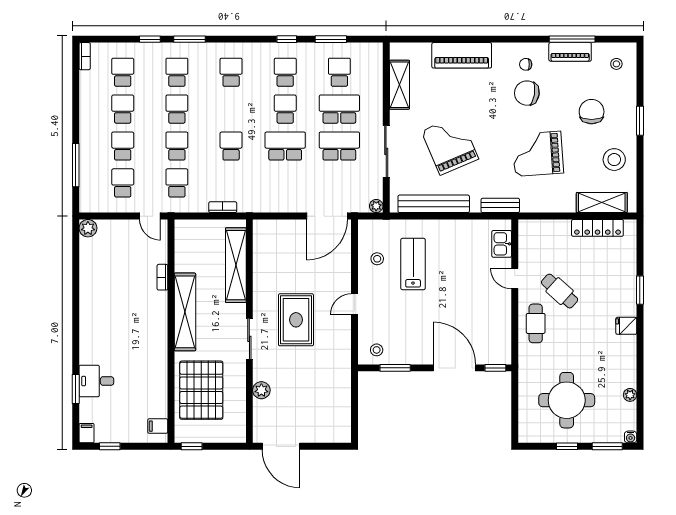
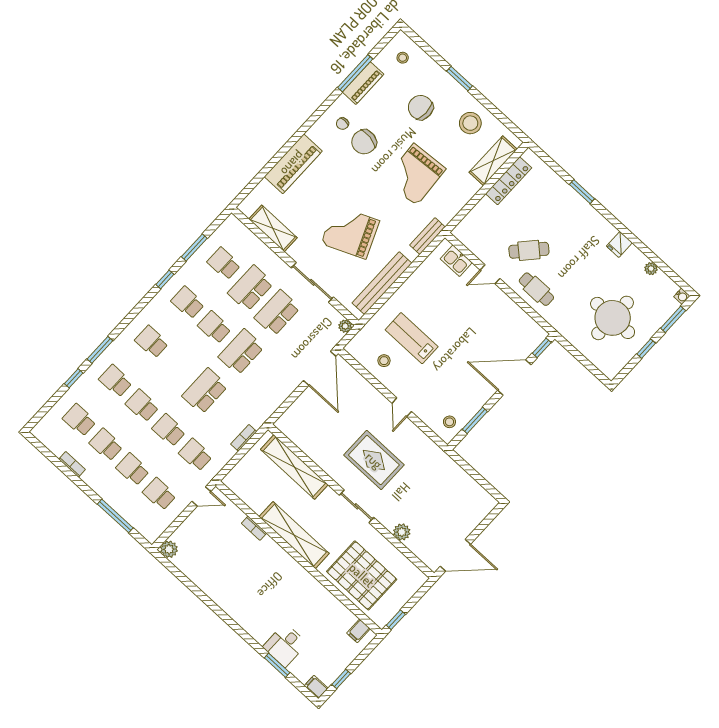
bookcase: (85, 56) -> (72, 464), moved
school desk: (231, 146) -> (205, 391), width x1.85
fridge: (626, 326) -> (619, 244), moved

